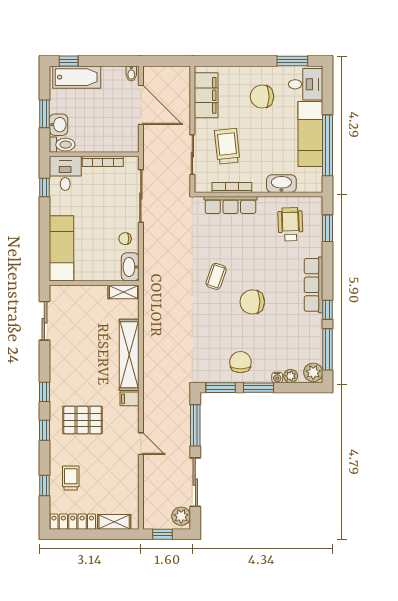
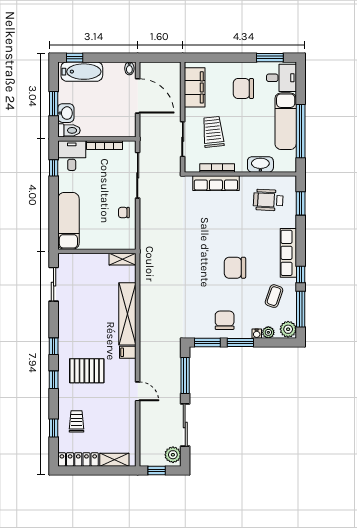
wheelchair: (290, 224) -> (268, 200), turned -85
washbasin: (130, 267) -> (128, 237), removed
coffee table: (216, 276) -> (274, 296), moved

